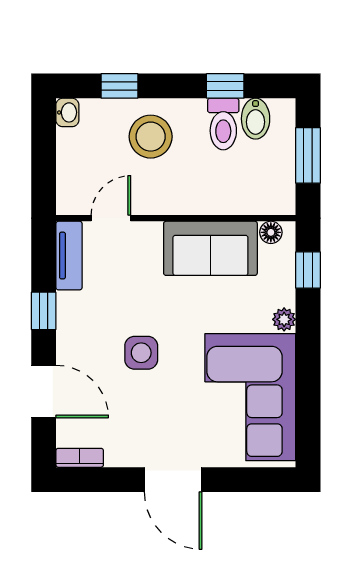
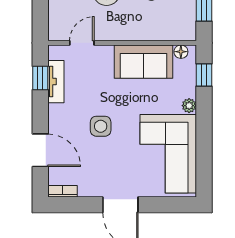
tv unit: (69, 256) -> (56, 82), moved
window: (44, 311) -> (40, 78), moved

